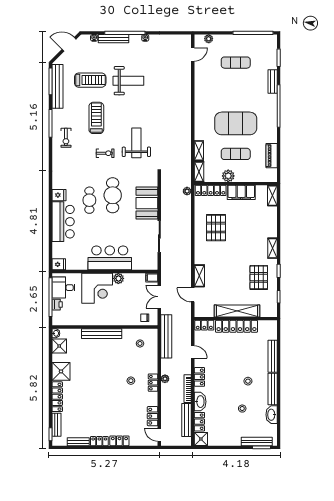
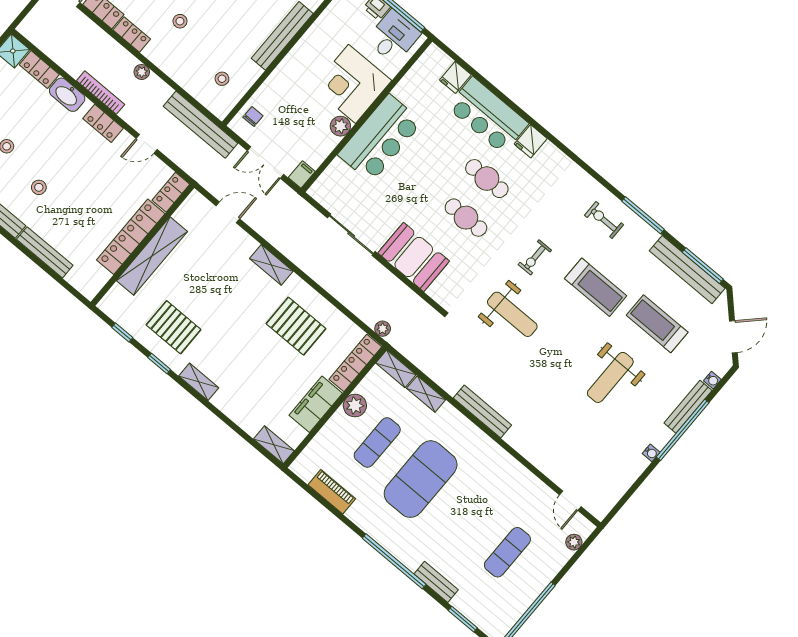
treadmill: (90, 80) -> (657, 324), turned 90
cafe table: (113, 195) -> (466, 218), width x0.73, depth x0.74
fridge: (59, 264) -> (455, 77), moved
shelving: (199, 276) -> (271, 265), moved
double door: (159, 297) -> (266, 163), swing flipped
locker: (153, 383) -> (132, 35), moved
bench: (187, 420) -> (482, 411), moved

